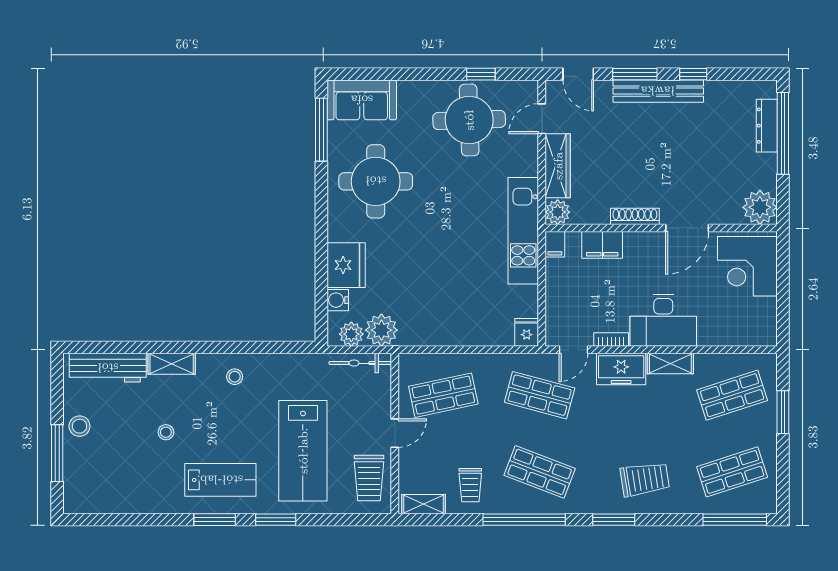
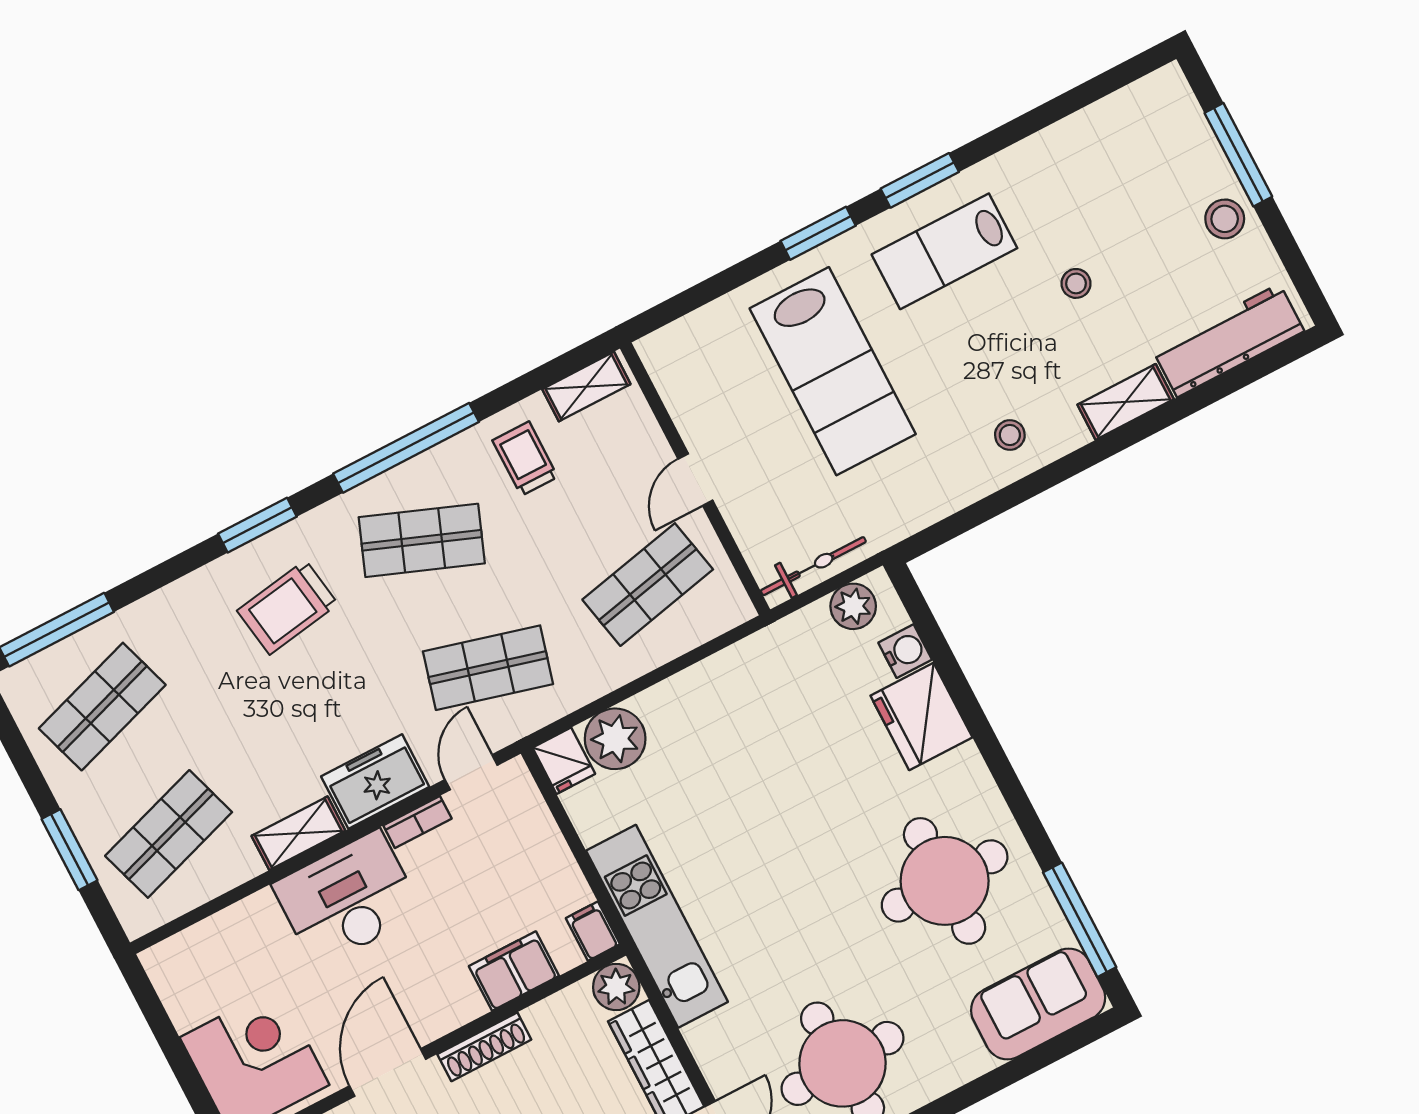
plant: (381, 330) -> (615, 739), moved
lab bench: (303, 451) -> (833, 371), turned 180
trolley: (369, 478) -> (699, 383), removed
trolley: (645, 479) -> (288, 607), moved

